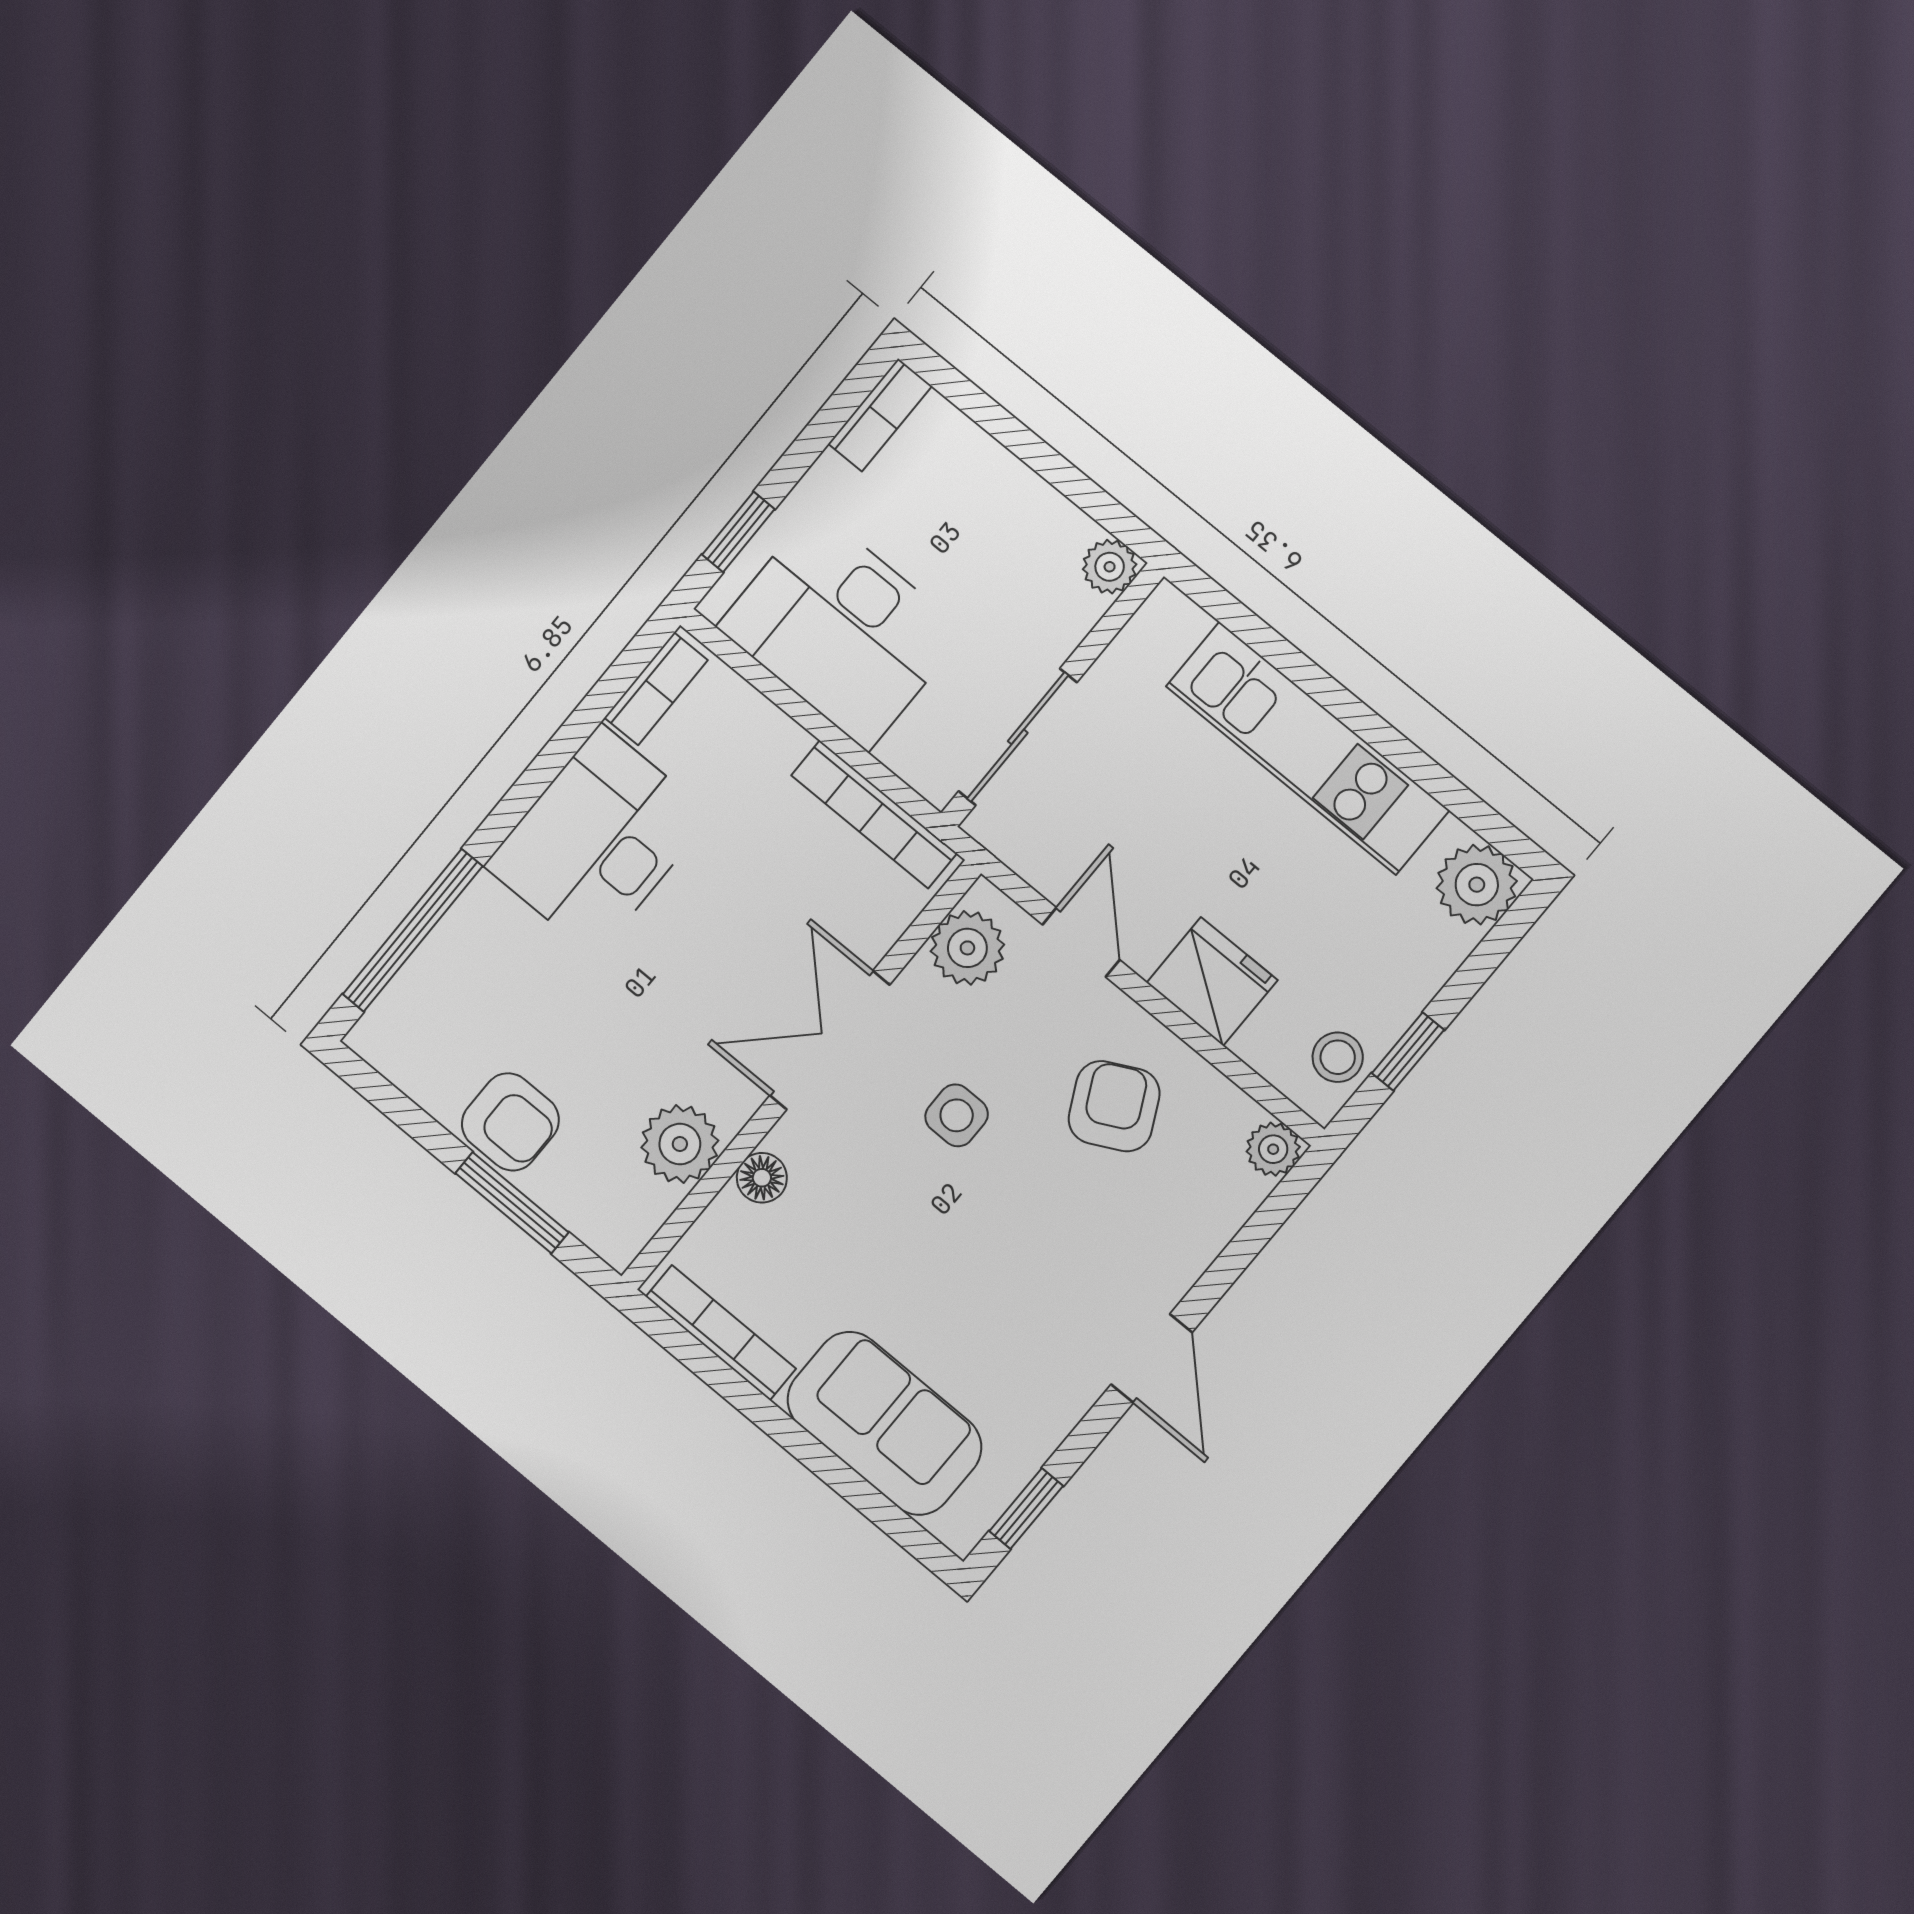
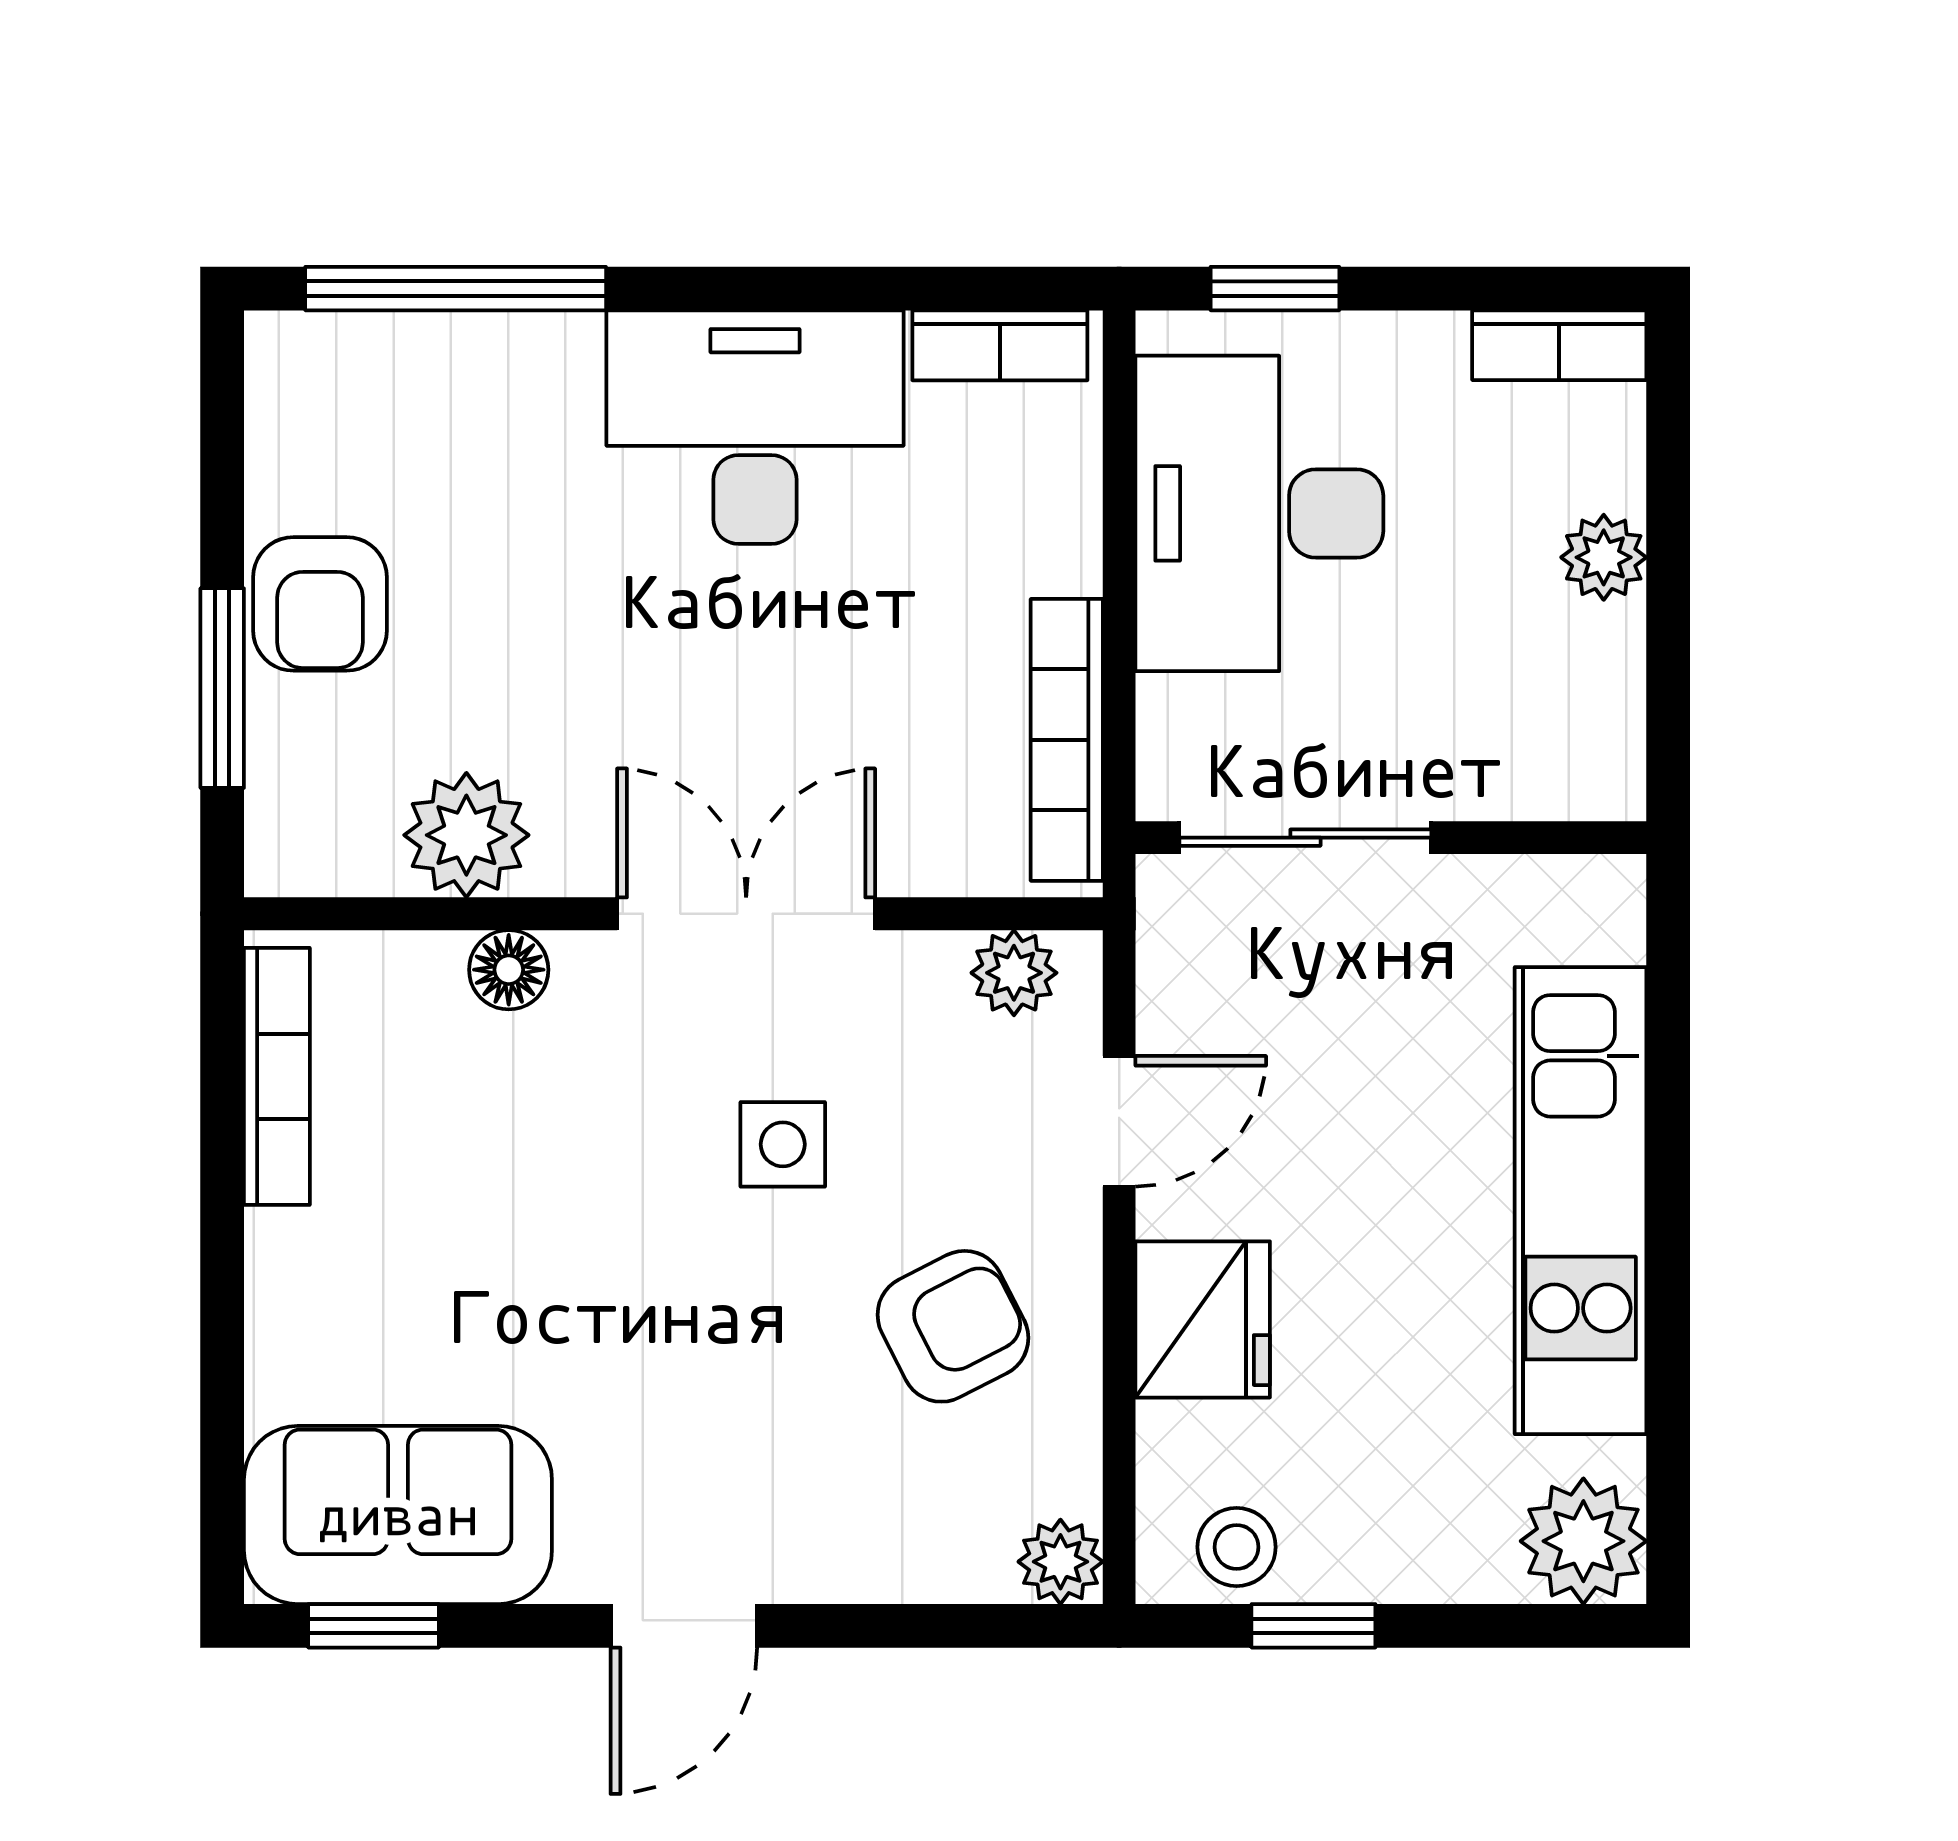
plant: (1110, 567) -> (1604, 557), moved
plant: (967, 948) -> (1014, 973), width x0.73, depth x0.73
sofa: (884, 1423) -> (398, 1515), moved, turned -90

